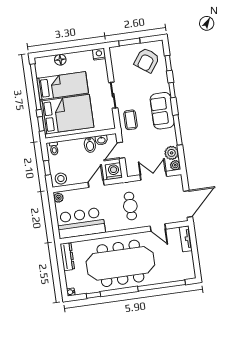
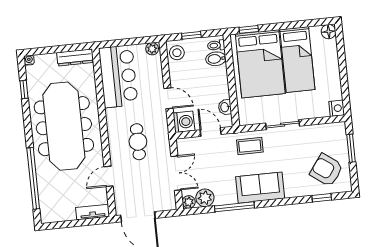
floor lamp: (60, 60) -> (329, 32), moved
window: (36, 87) -> (297, 24), removed
window: (172, 90) -> (286, 201), removed
bidet: (90, 145) -> (216, 59), moved
cafe table: (130, 206) -> (138, 142), turned 90

